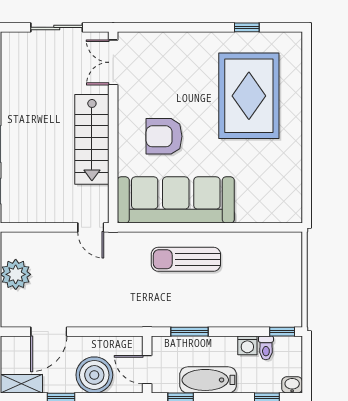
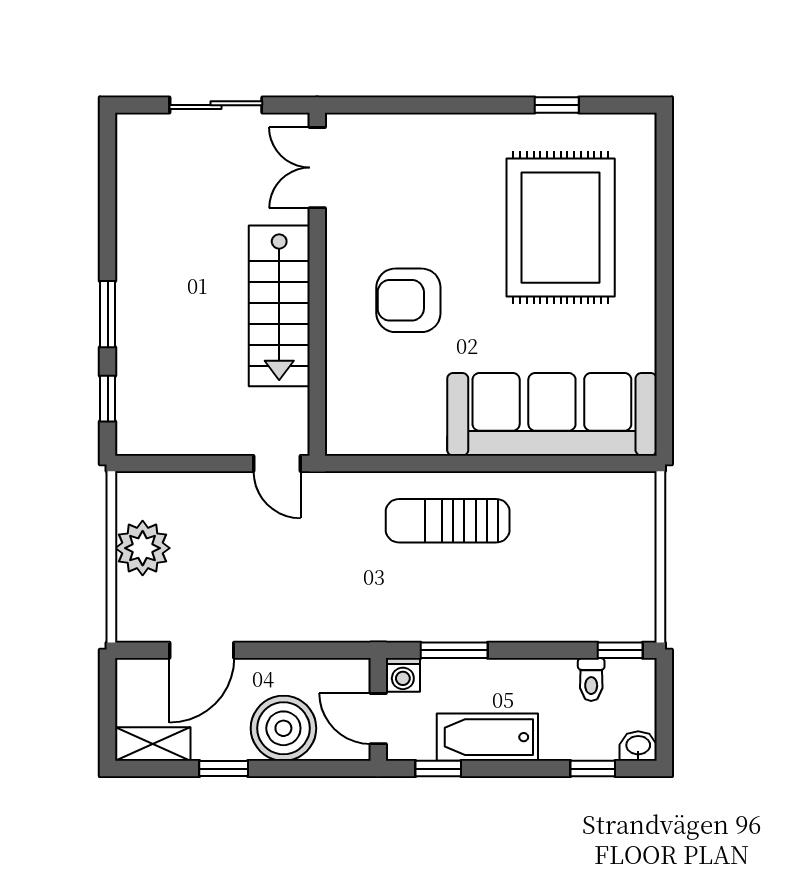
sofa: (176, 200) -> (552, 414), moved
washing machine: (247, 345) -> (403, 675), moved

